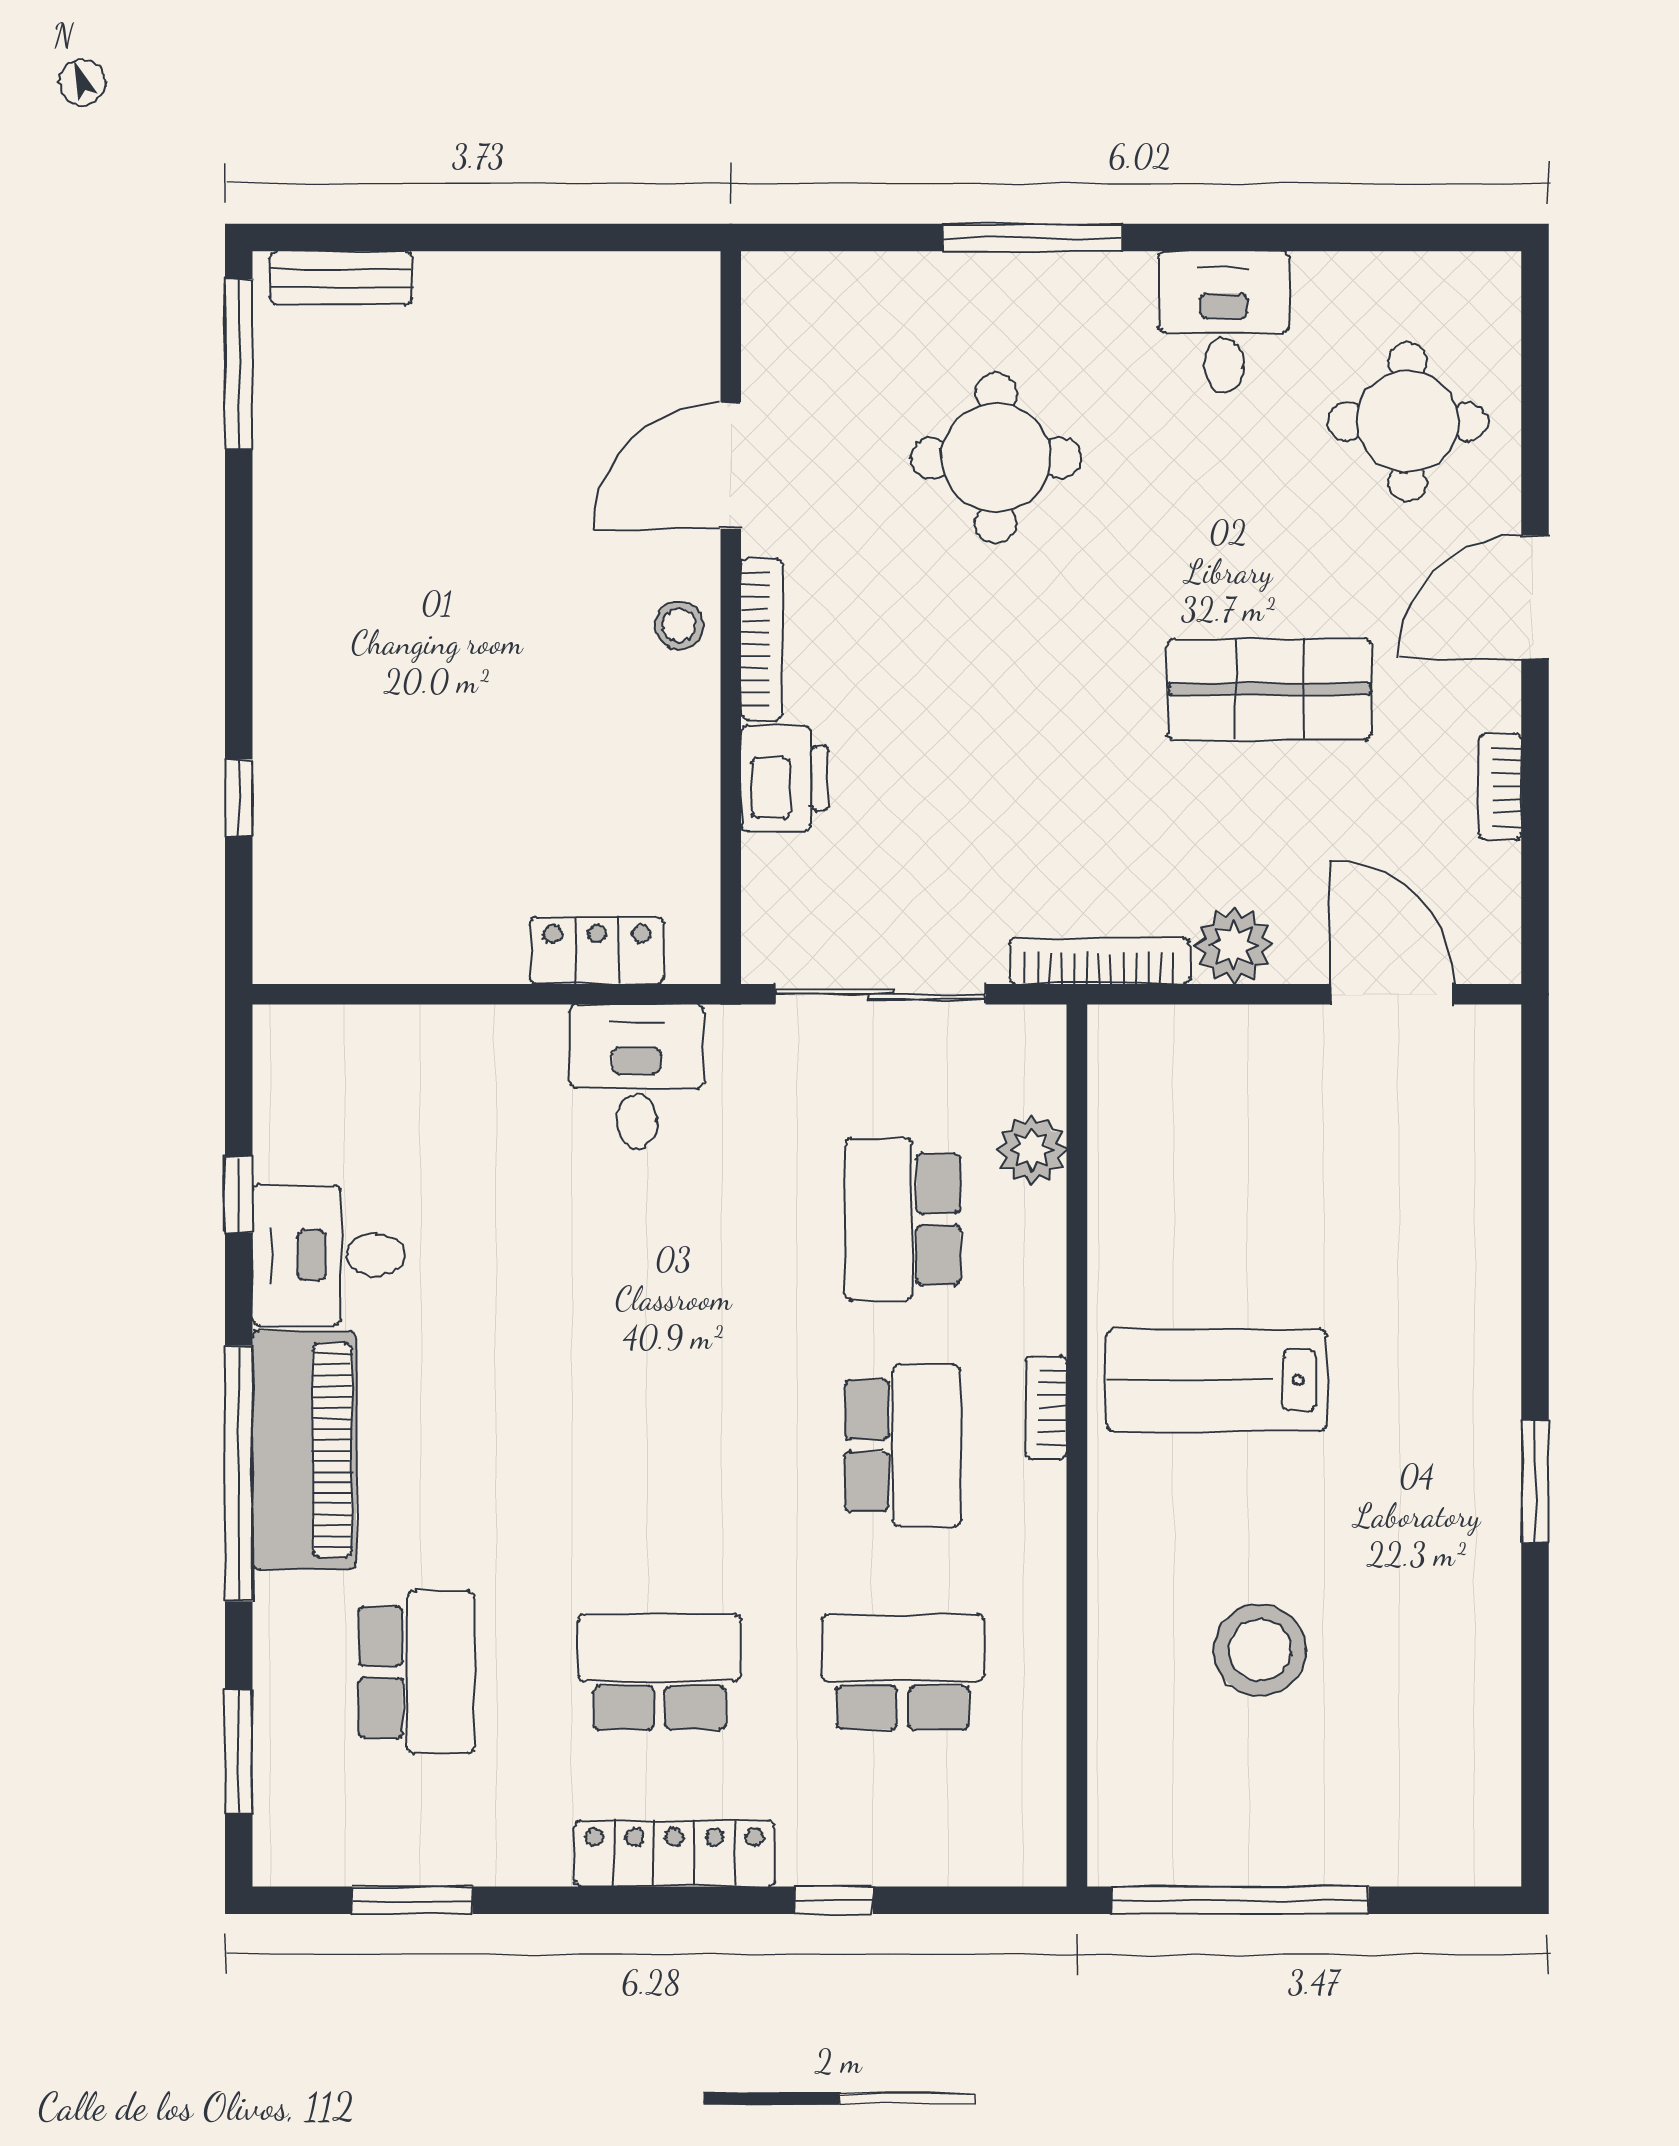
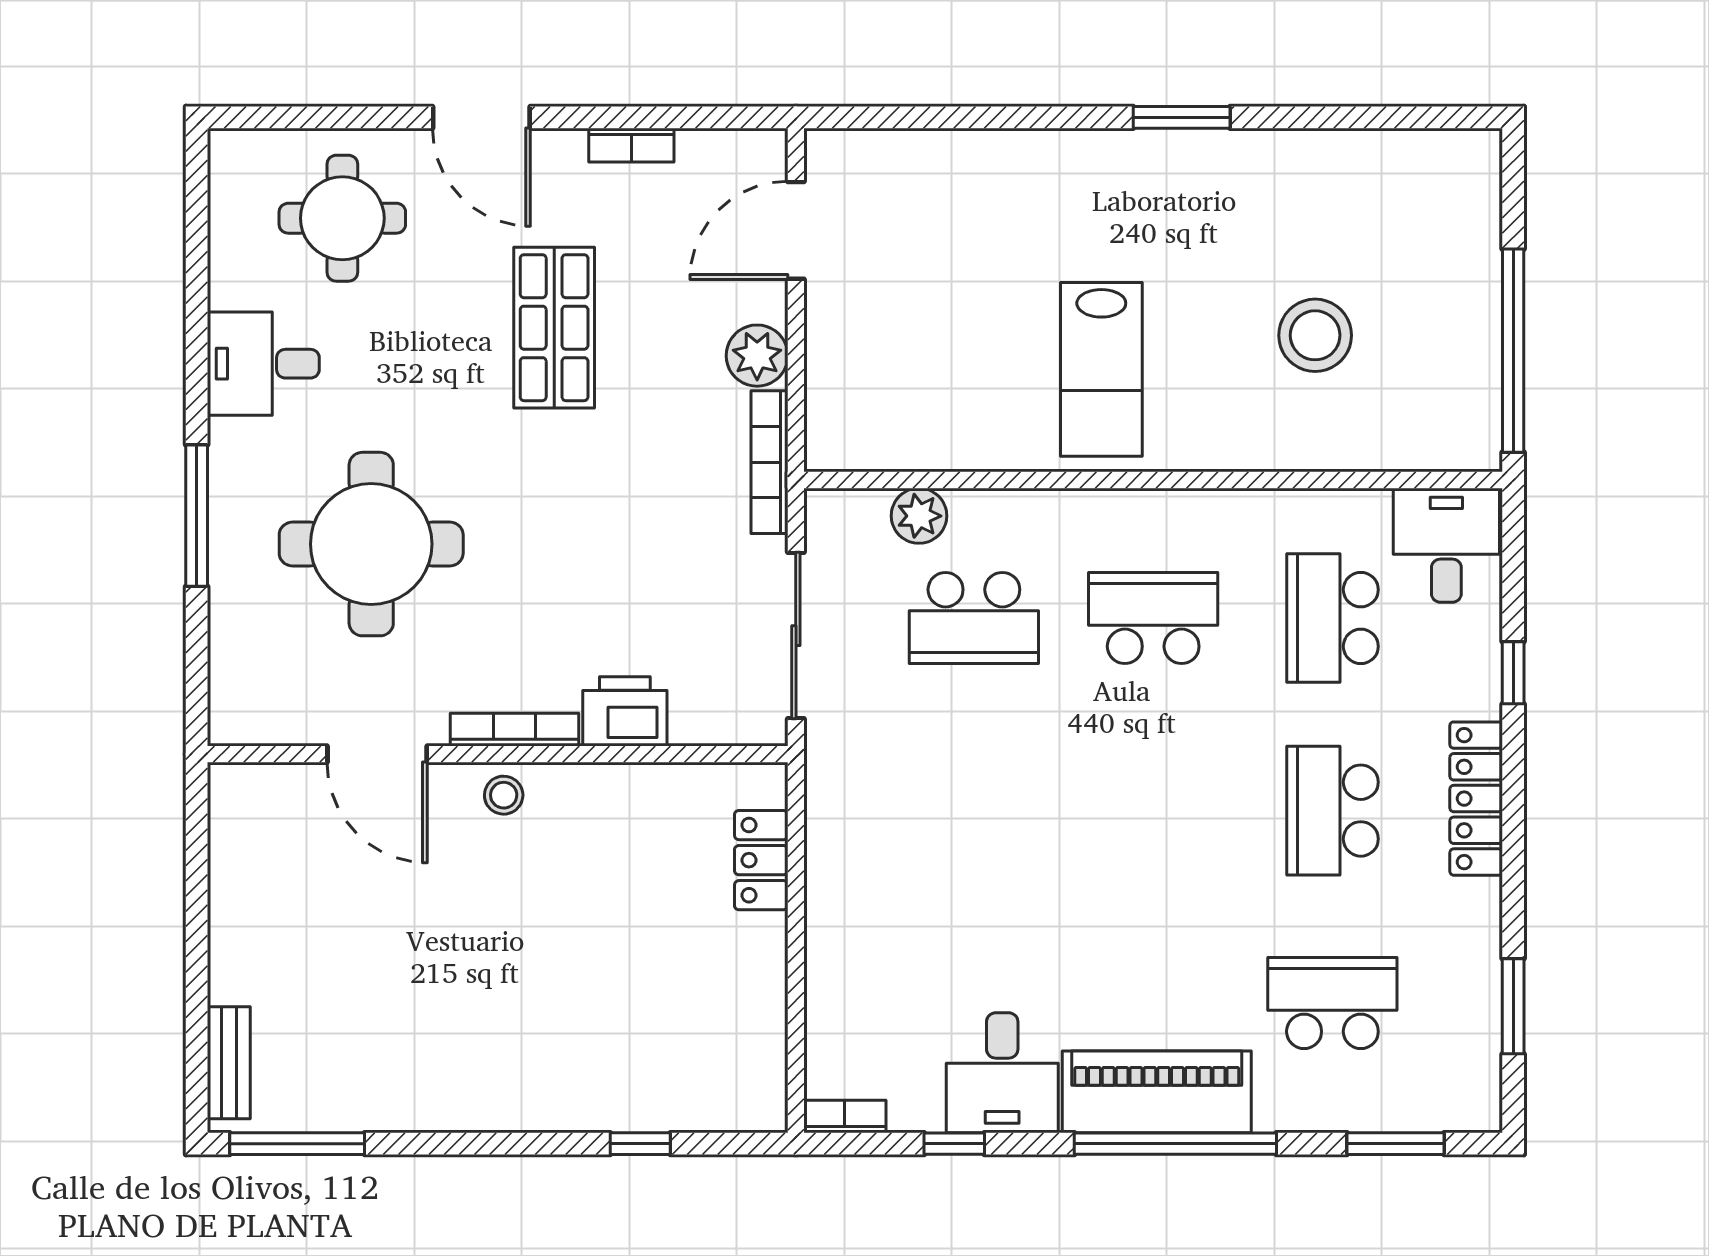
round table: (996, 458) -> (371, 544), width x1.36, depth x1.36
desk: (637, 1077) -> (1446, 545), moved, turned 90
bookcase: (1046, 1407) -> (845, 1117), moved, turned 180

